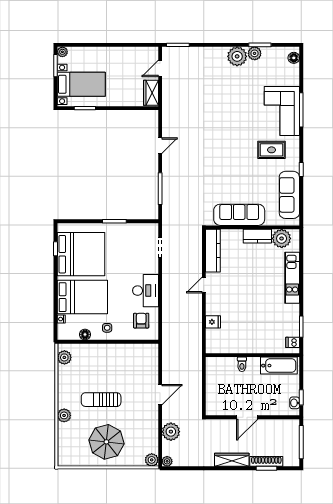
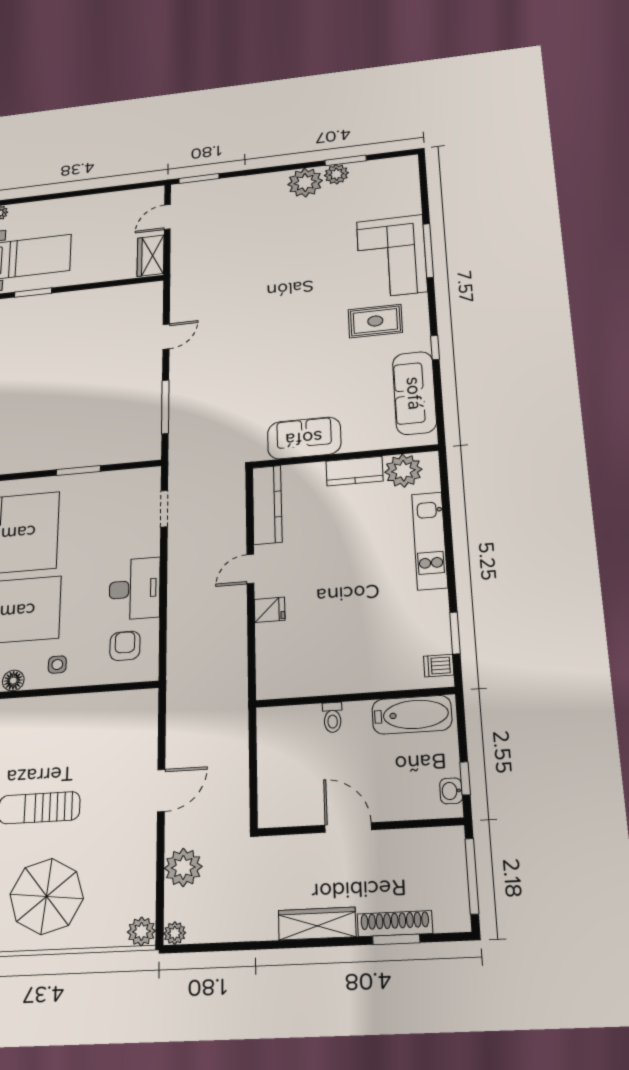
floor lamp: (294, 58) -> (409, 172), removed
sofa: (239, 215) -> (304, 438), width x0.73
fridge: (213, 322) -> (270, 610), moved
door: (247, 417) -> (348, 828), swing flipped

